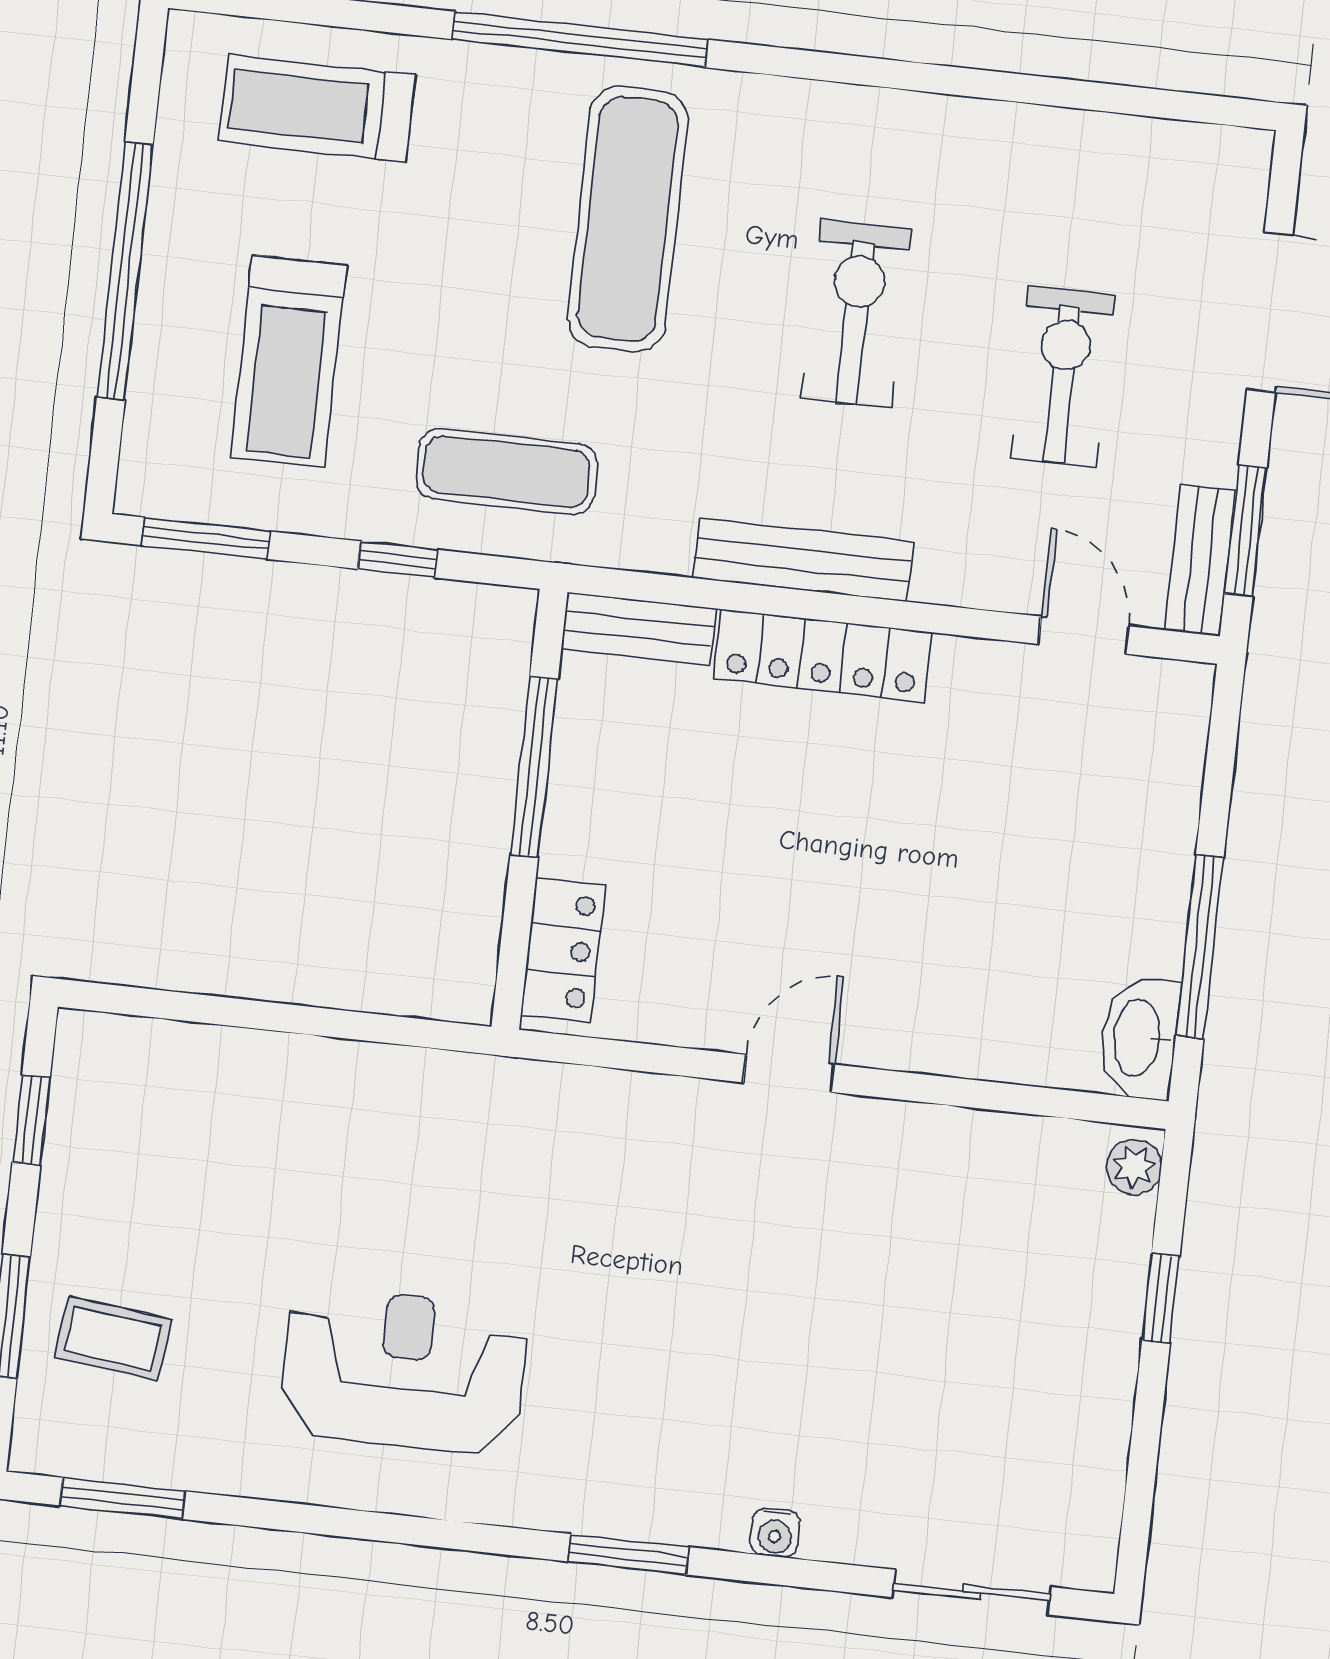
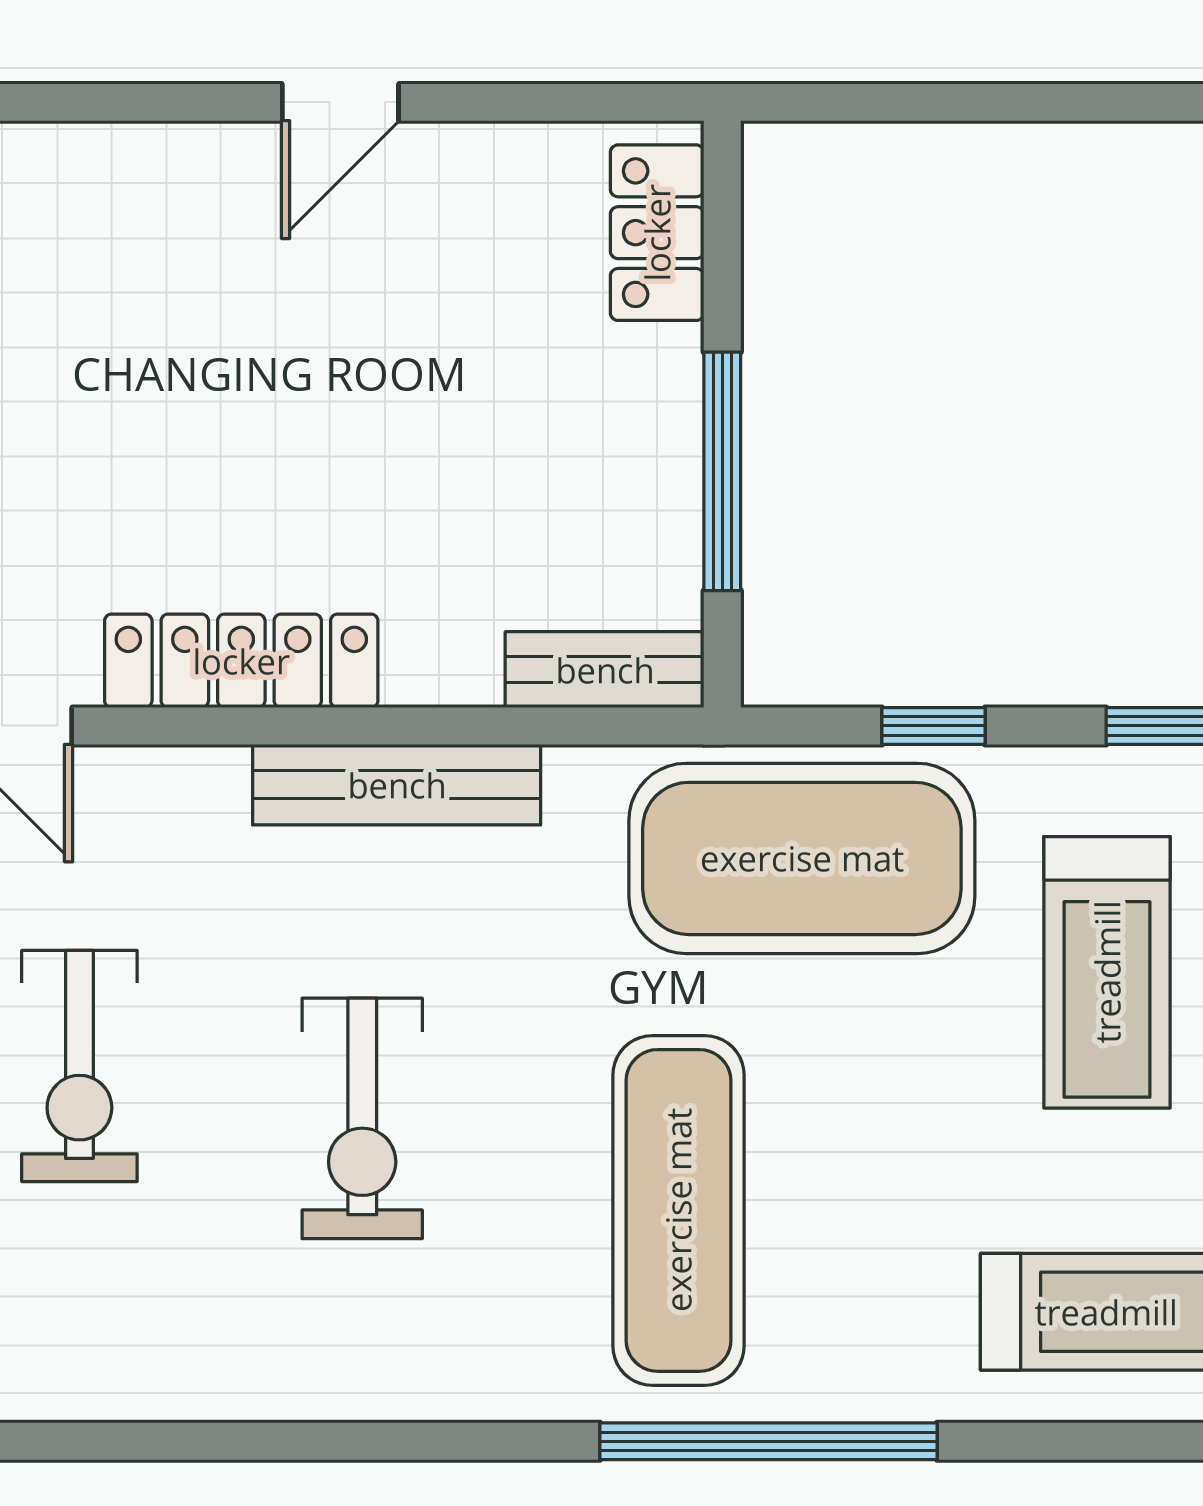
treadmill: (288, 361) -> (1107, 972), turned 180
exercise mat: (507, 471) -> (802, 858), width x2.00, depth x1.45
locker: (823, 655) -> (241, 661), moved

